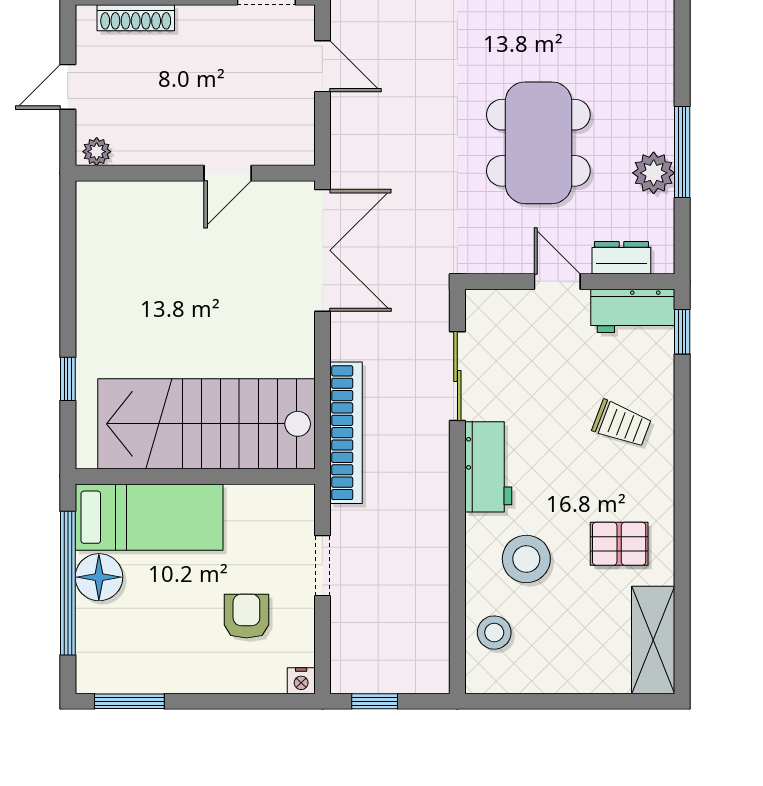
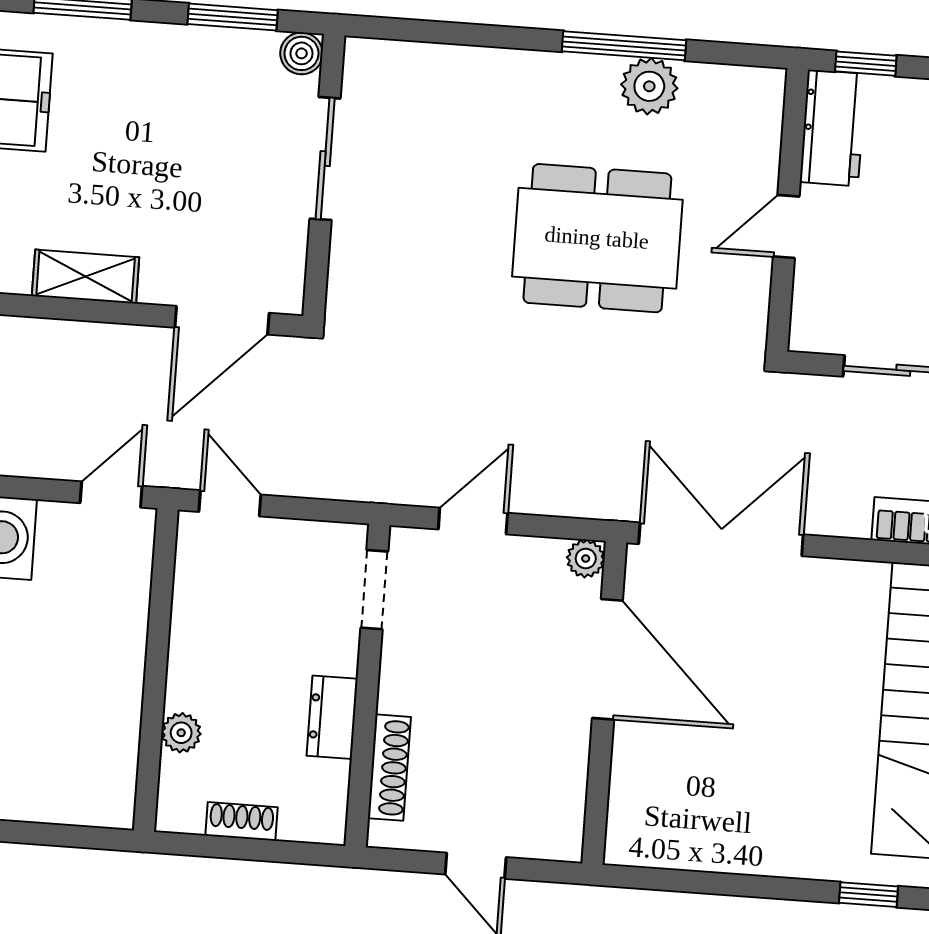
plant: (97, 152) -> (586, 559), moved
door: (228, 173) -> (607, 659), width x1.88
dresser: (621, 258) -> (760, 138), removed

